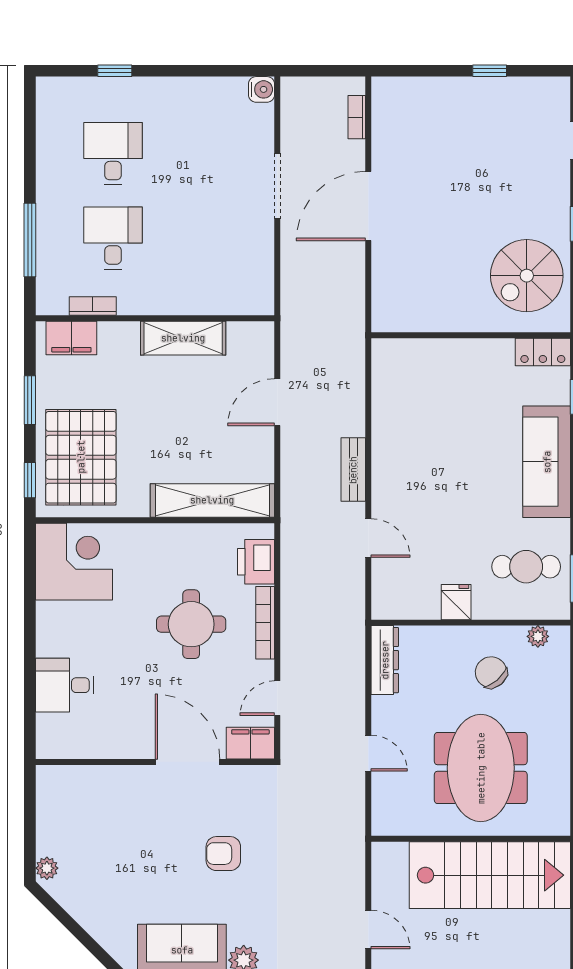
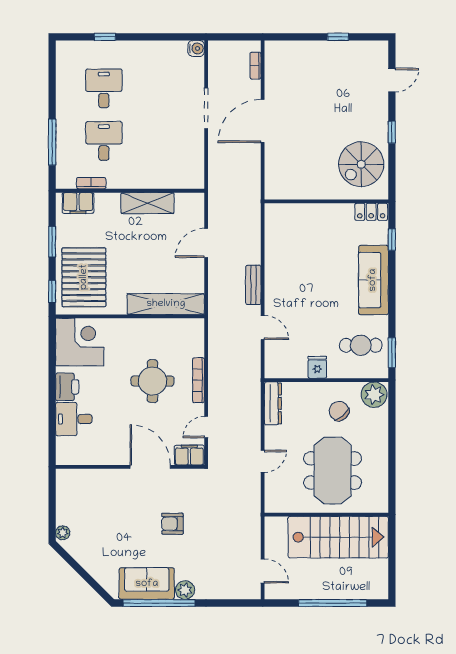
printer: (256, 562) -> (67, 387), moved, turned 180
plant: (538, 636) -> (374, 395), width x1.88, depth x1.88
door: (368, 753) -> (263, 461), hinge flipped

